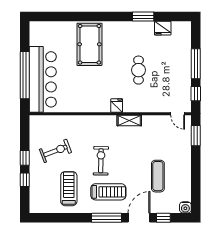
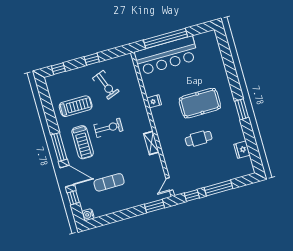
window: (143, 17) -> (242, 109), moved
pool table: (89, 44) -> (200, 103), moved
fridge: (117, 105) -> (154, 101), moved
window: (25, 180) -> (58, 69), moved

